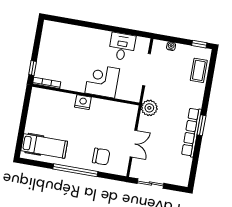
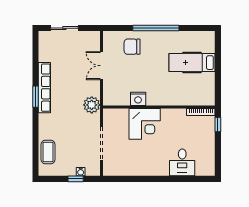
window: (199, 44) -> (76, 179), moved
desk: (122, 47) -> (182, 162), moved
nightstand: (83, 102) -> (138, 99), moved
hospital bed: (44, 146) -> (192, 63), moved
sliding door: (150, 183) -> (64, 28), moved

